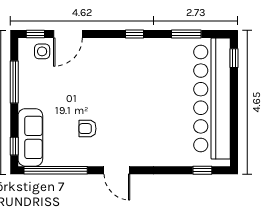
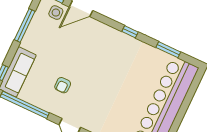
window: (234, 58) -> (195, 84), removed
armchair: (88, 129) -> (63, 85), turned -90

